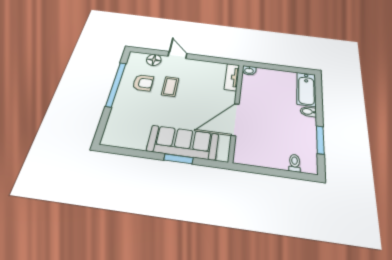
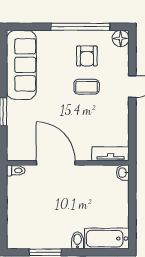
floor lamp: (154, 60) -> (121, 38), moved
sofa: (183, 142) -> (21, 65), moved
toilet: (295, 163) -> (16, 170), moved

